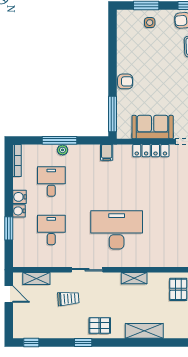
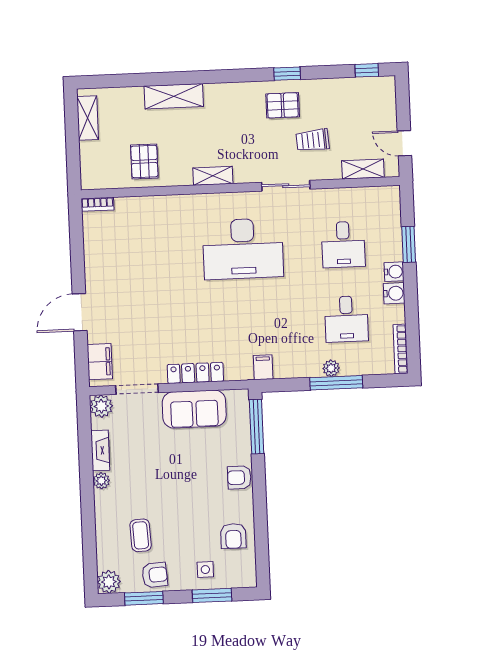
armchair: (131, 44) -> (233, 536), added
pallet: (100, 326) -> (283, 105), moved
shelving: (144, 331) -> (174, 96), moved

